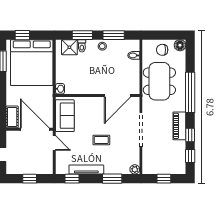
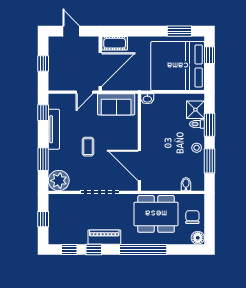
plant: (135, 169) -> (59, 181), width x1.87, depth x1.87

